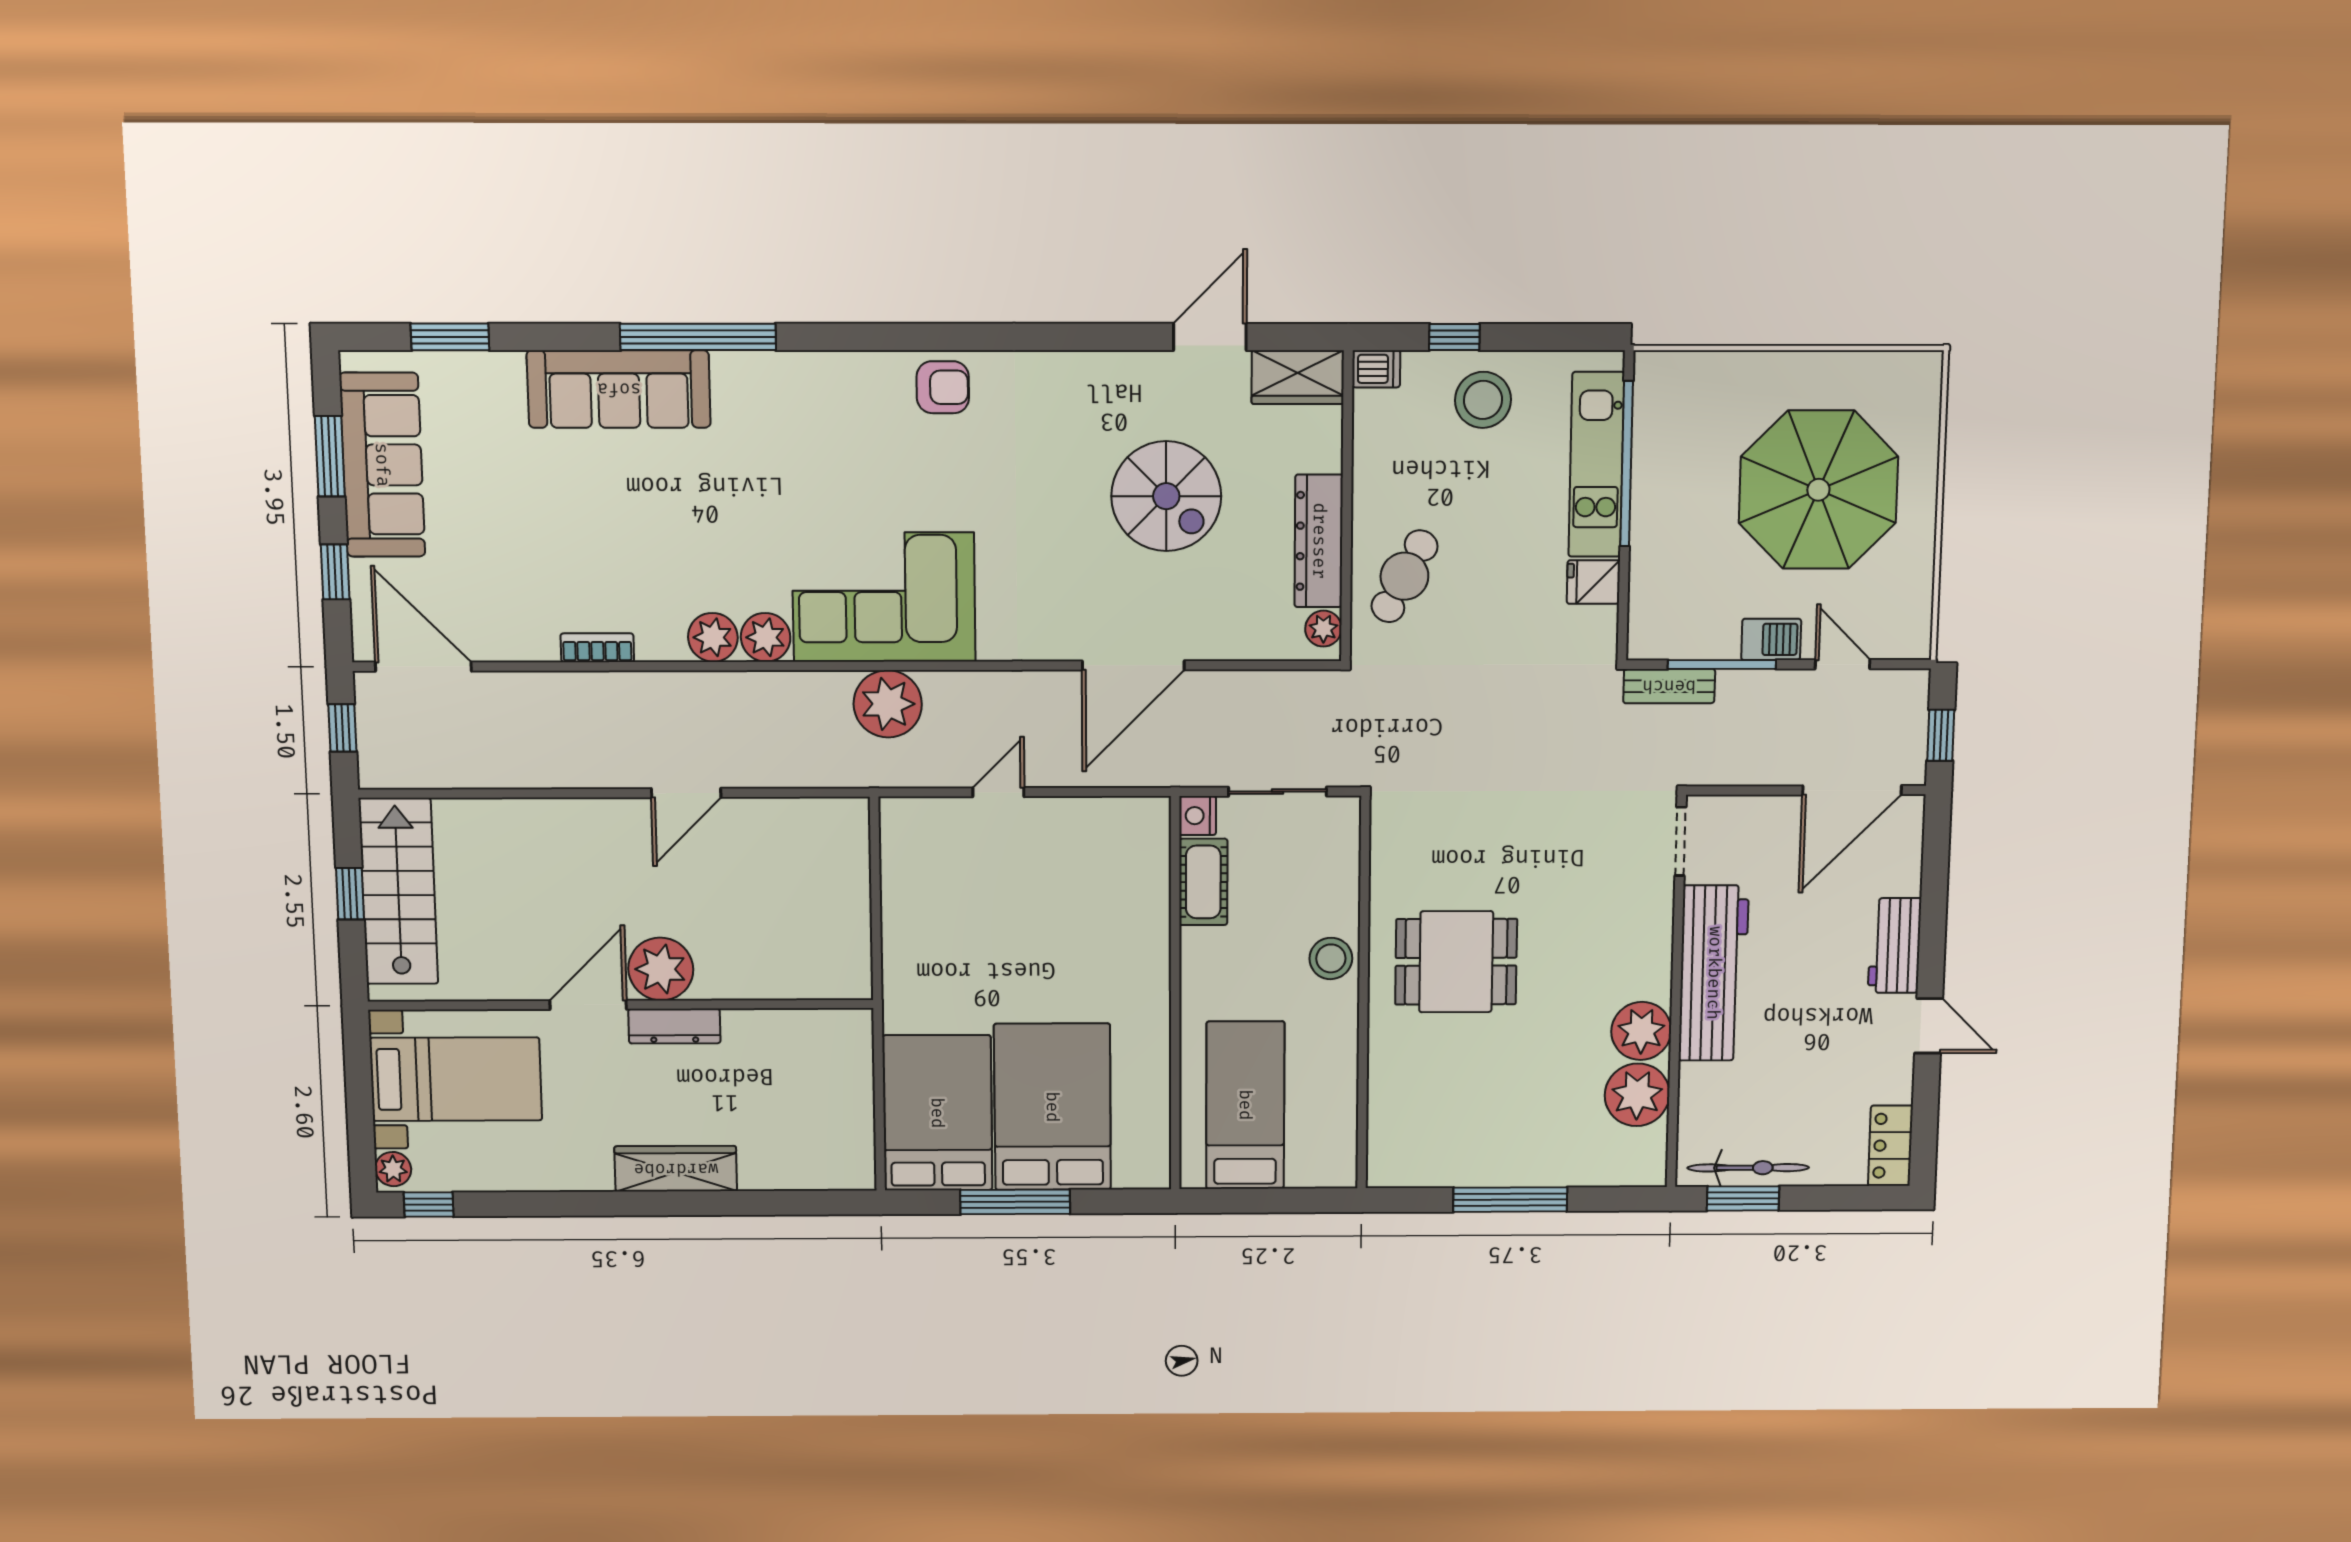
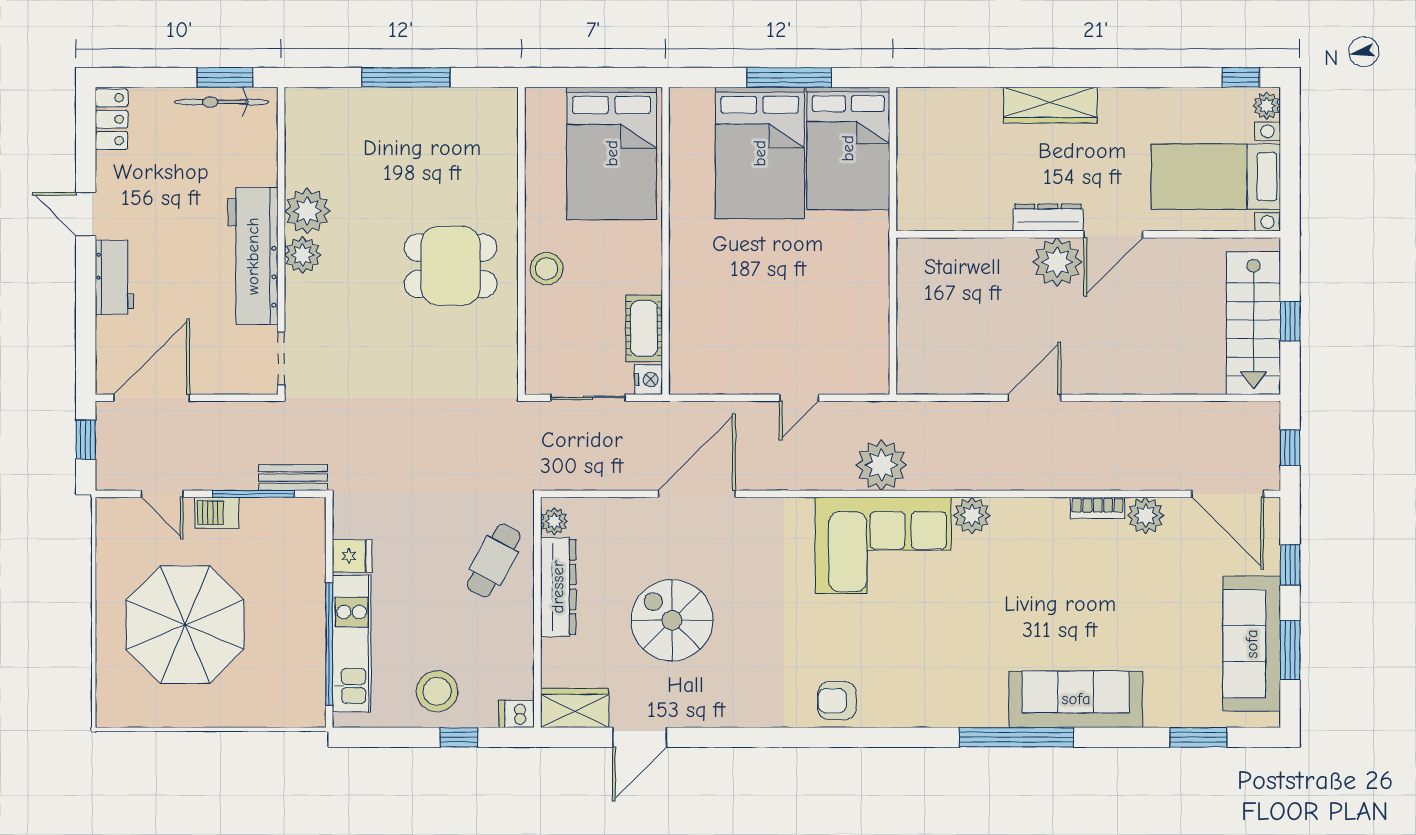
plant: (713, 637) -> (1146, 515), moved
plant: (1637, 1095) -> (303, 255), moved, width x0.73, depth x0.73
bed: (1245, 1105) -> (612, 153), width x1.50

